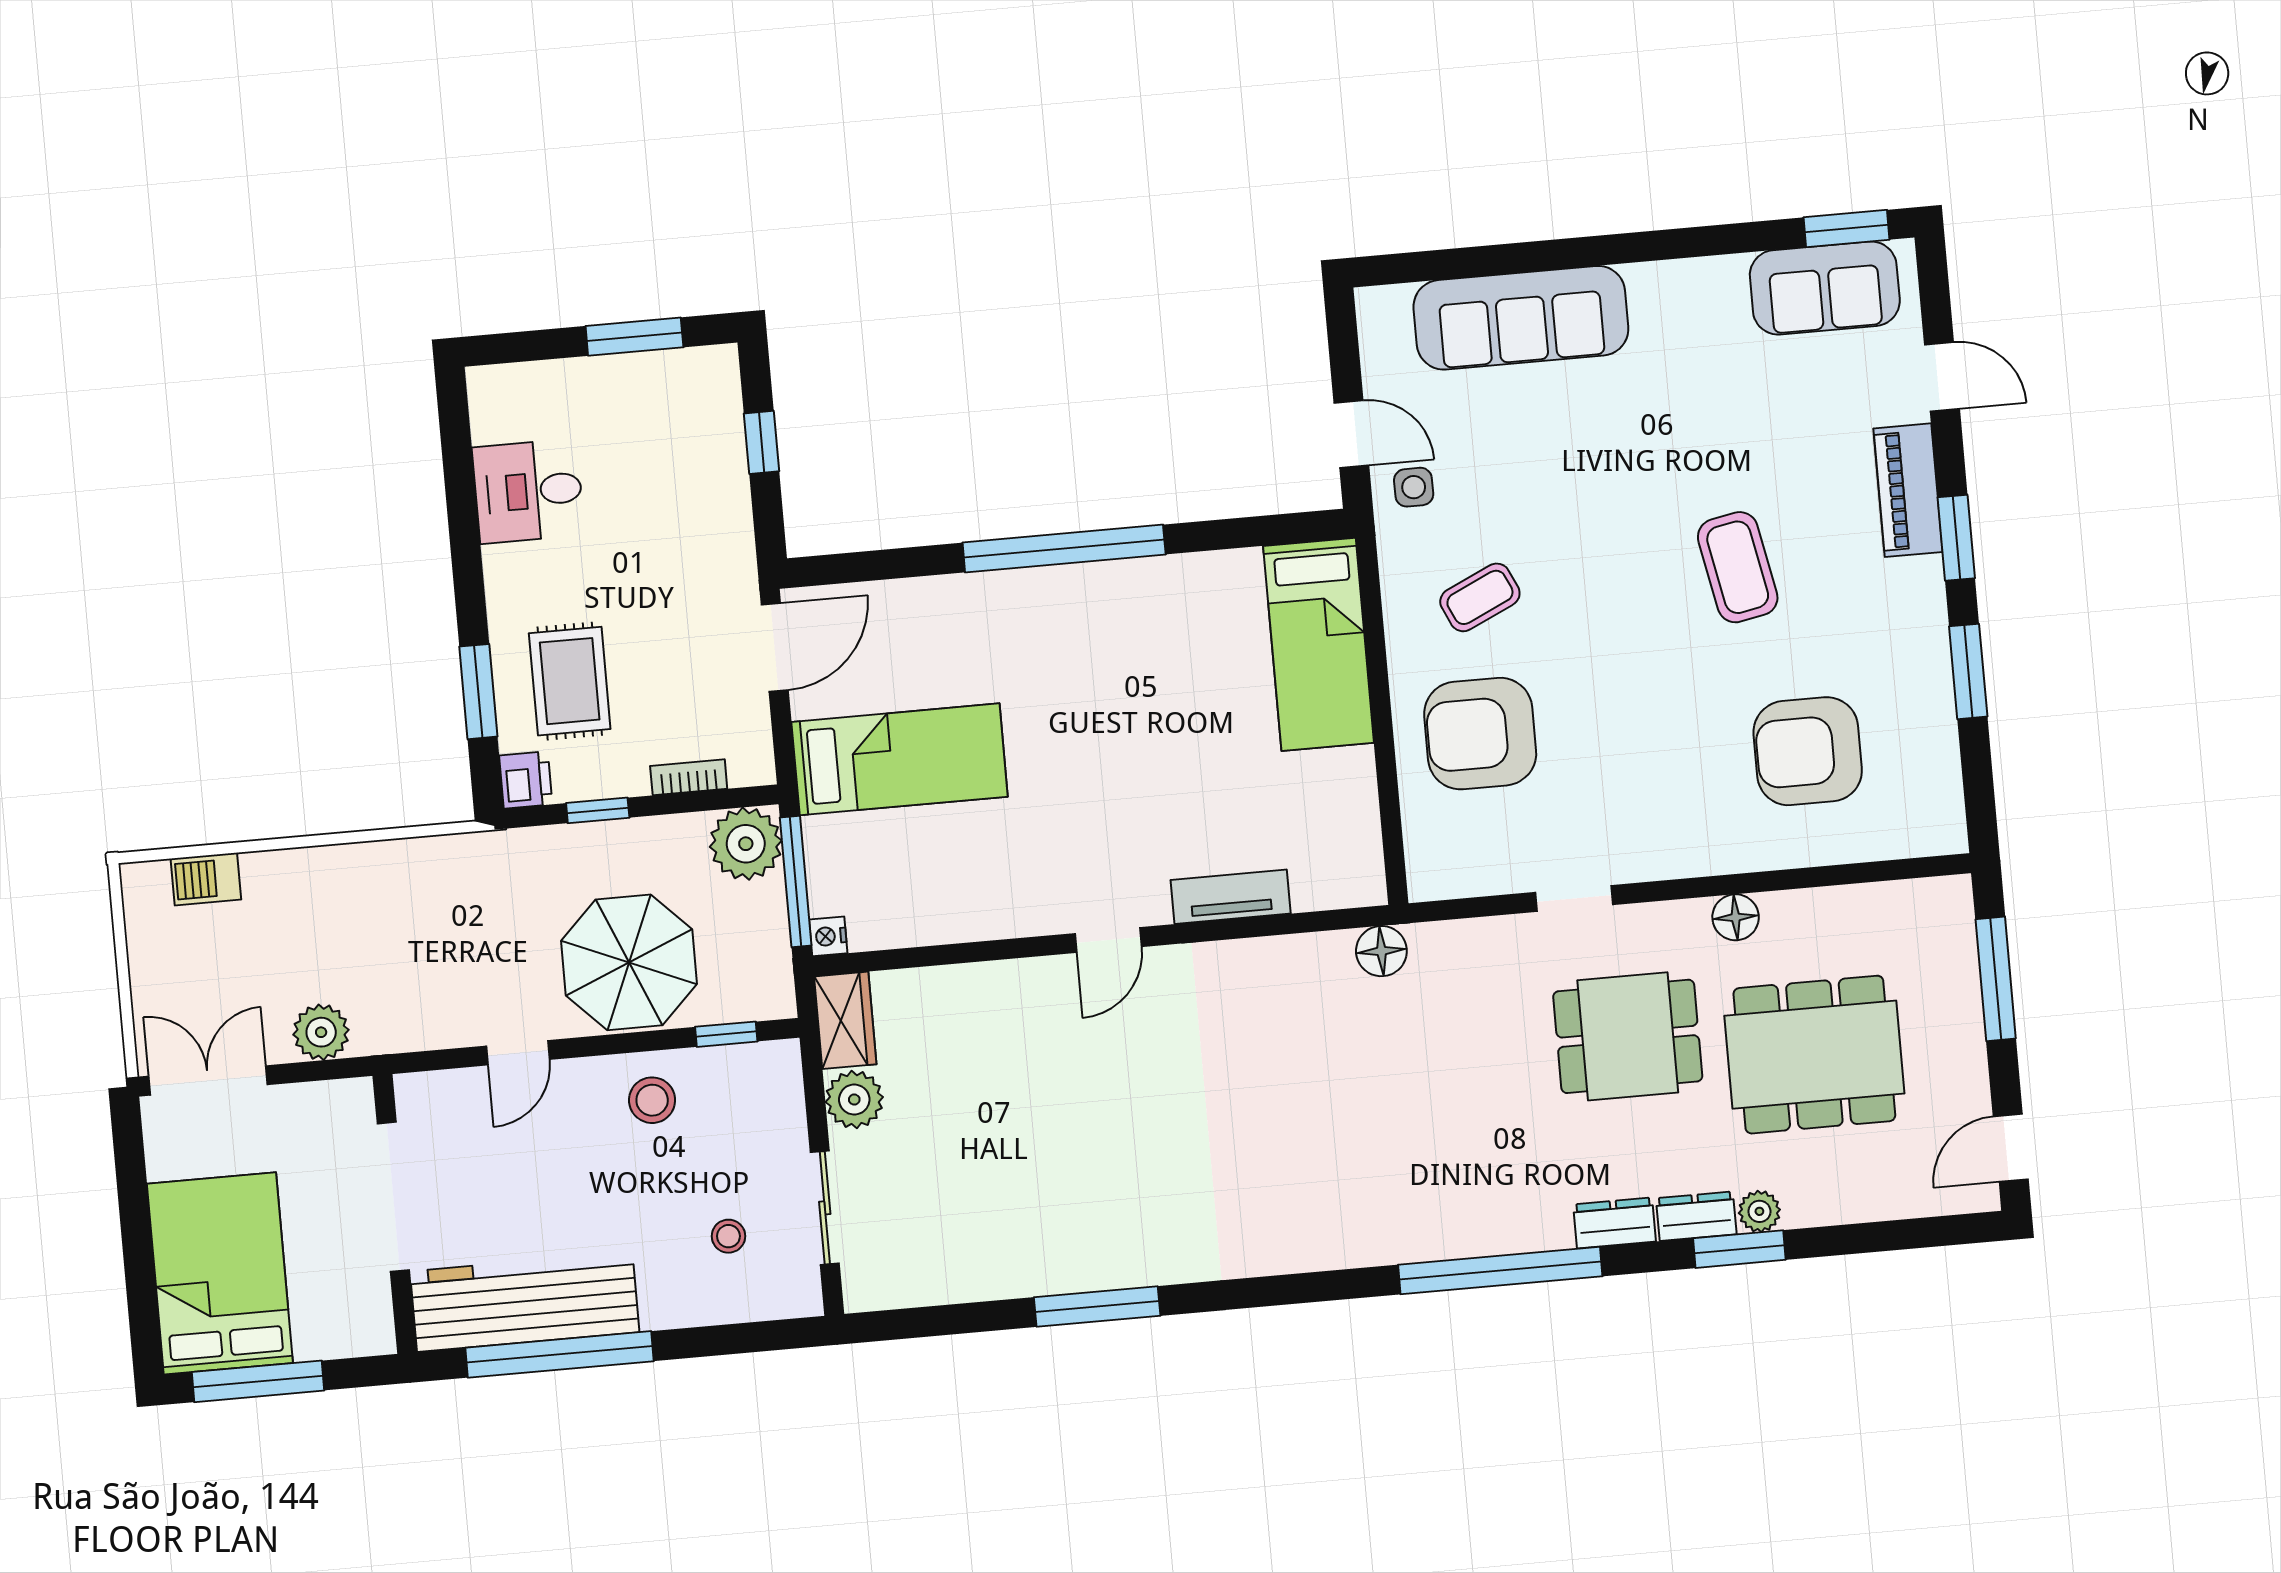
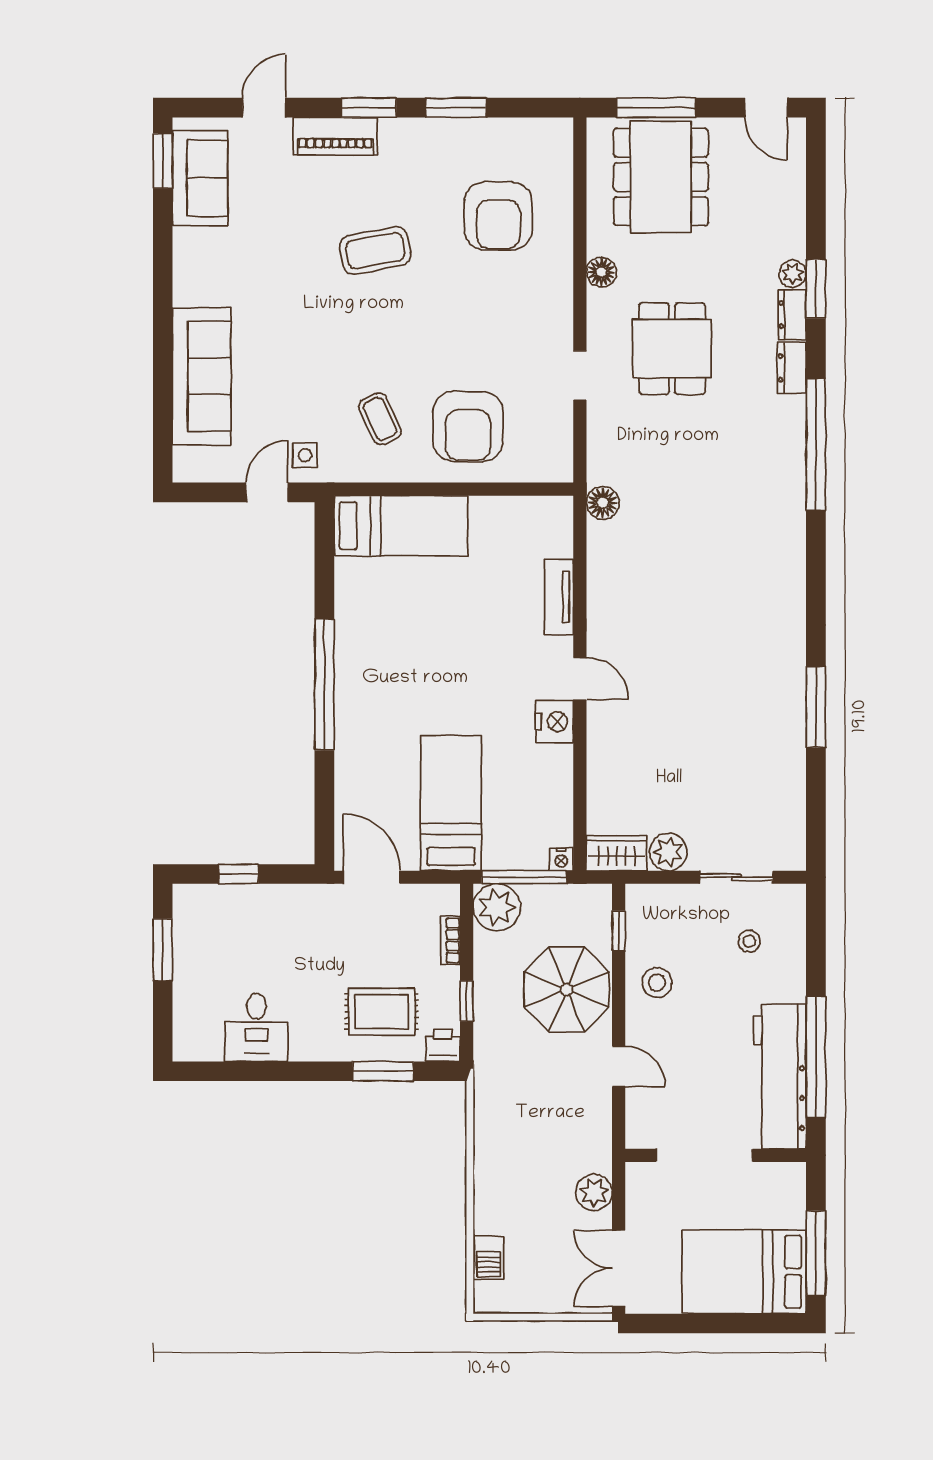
nightstand: (1039, 907) -> (554, 722), added
dining table: (1814, 1055) -> (661, 177), moved

